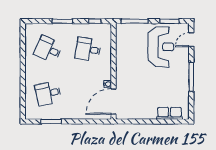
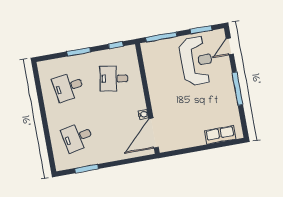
desk: (48, 49) -> (68, 87), turned -33

